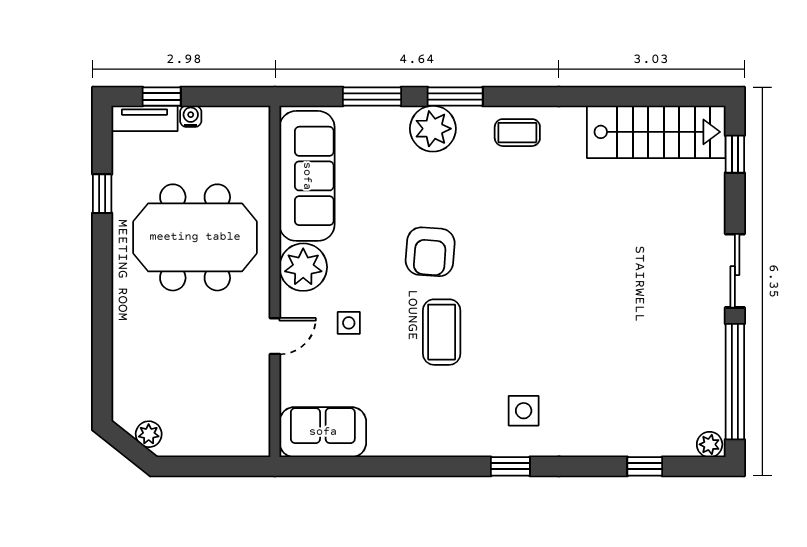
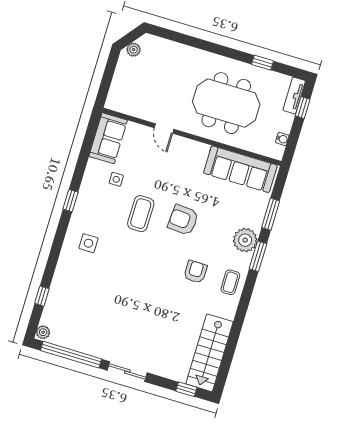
water cooler: (191, 116) -> (282, 139), moved
armchair: (517, 201) -> (195, 272), added
meeting table: (195, 237) -> (226, 103), turned 90
plant: (303, 267) -> (195, 153), removed
side table: (349, 323) -> (116, 179), moved
coffee table: (442, 332) -> (141, 214), turned 90
window: (510, 466) -> (70, 201), moved

